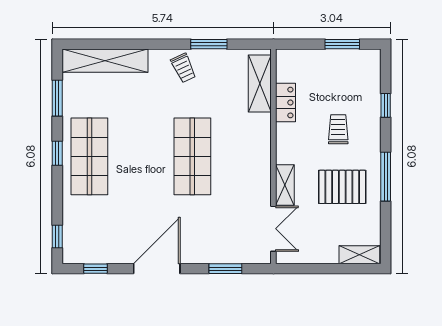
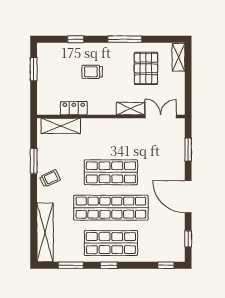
shop shelf: (141, 156) -> (111, 208), added
pallet: (342, 187) -> (146, 68), moved

